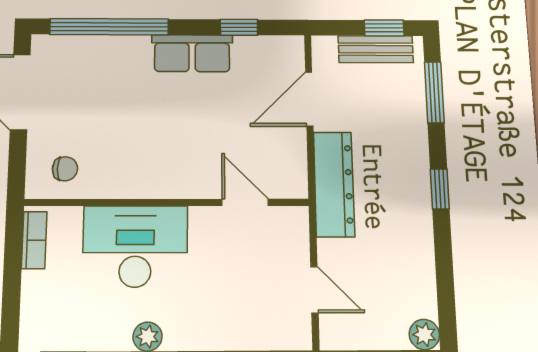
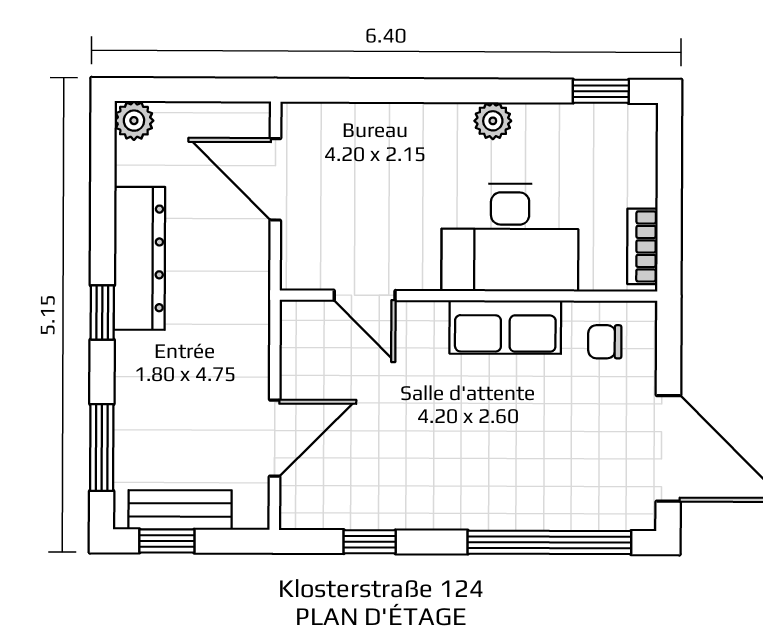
row of seats: (192, 53) -> (505, 327), moved, turned 180
dresser: (334, 184) -> (139, 258), moved, turned 180
door: (314, 290) -> (275, 179), width x1.38

